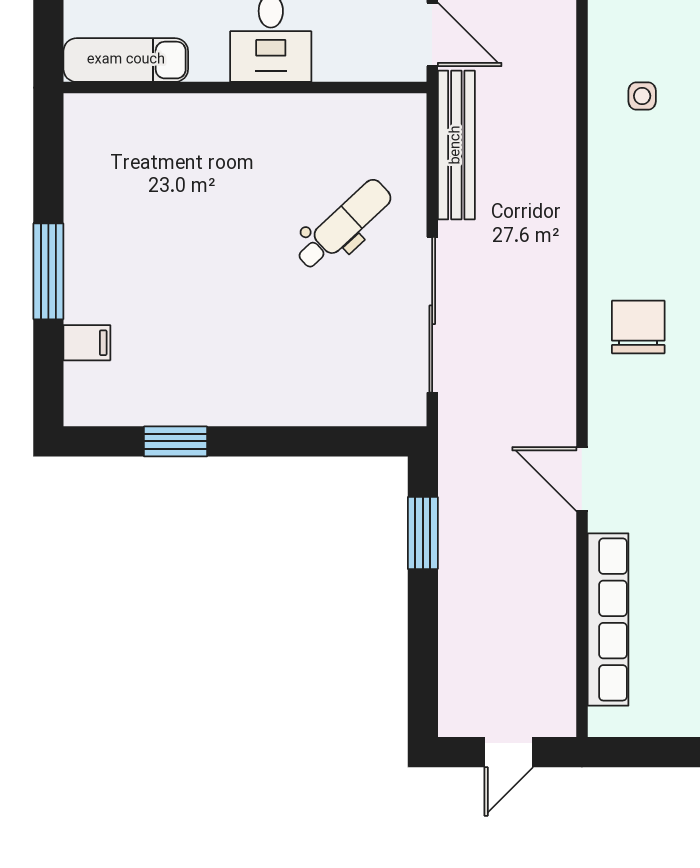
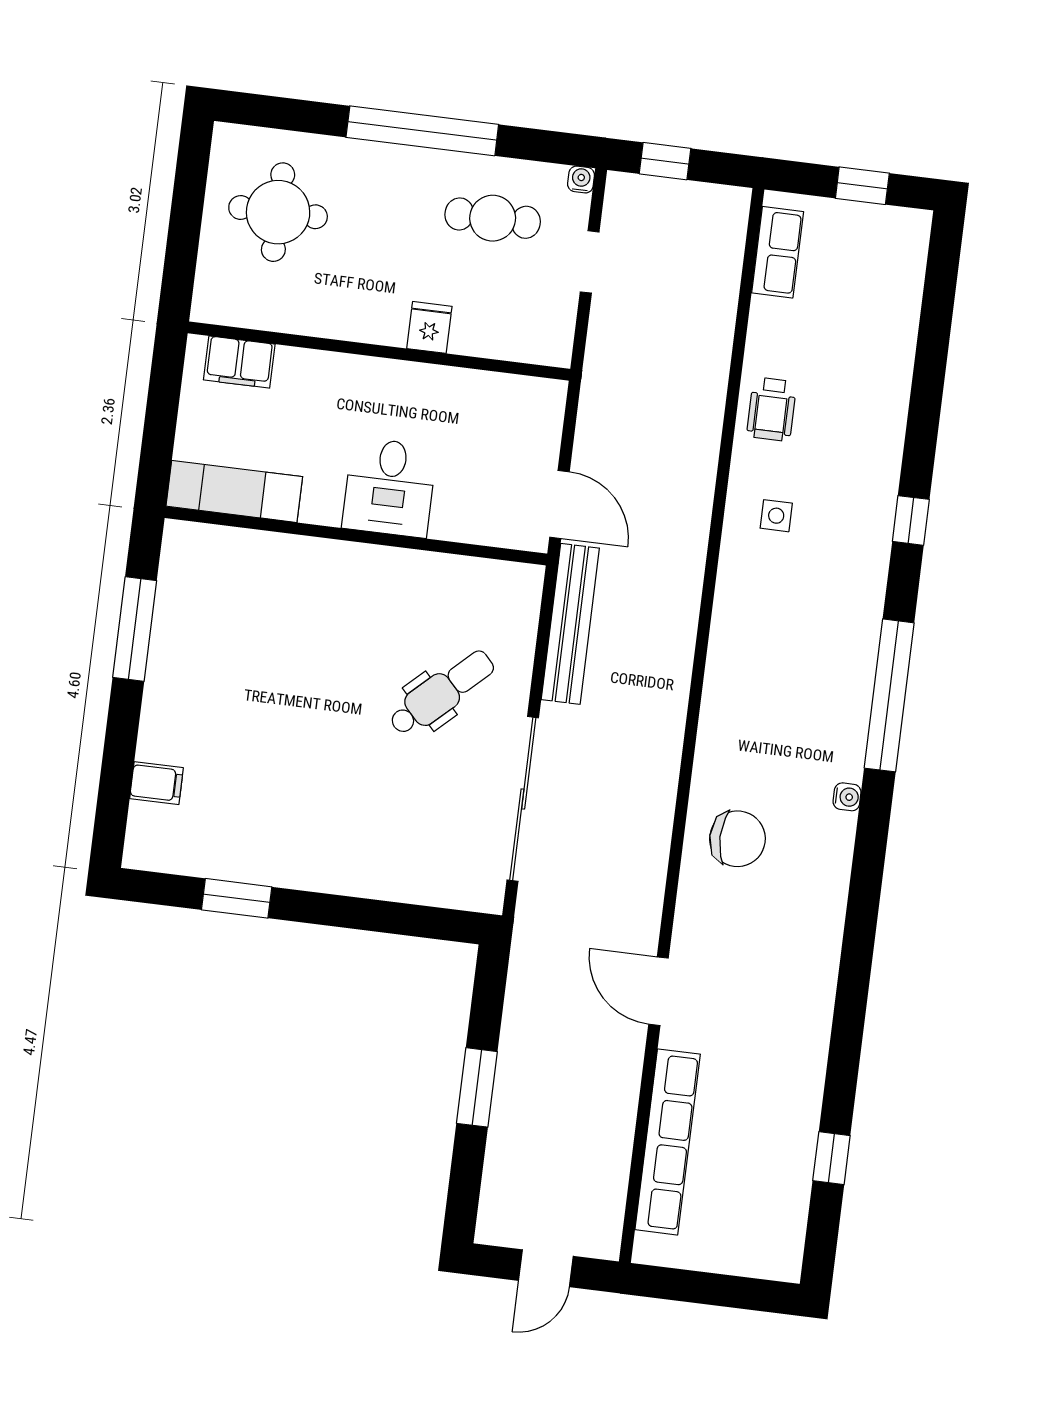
side table: (642, 96) -> (776, 516), moved
window: (48, 271) -> (135, 629), moved
chair: (638, 327) -> (737, 839), turned 90
window: (423, 533) -> (477, 1087), moved

